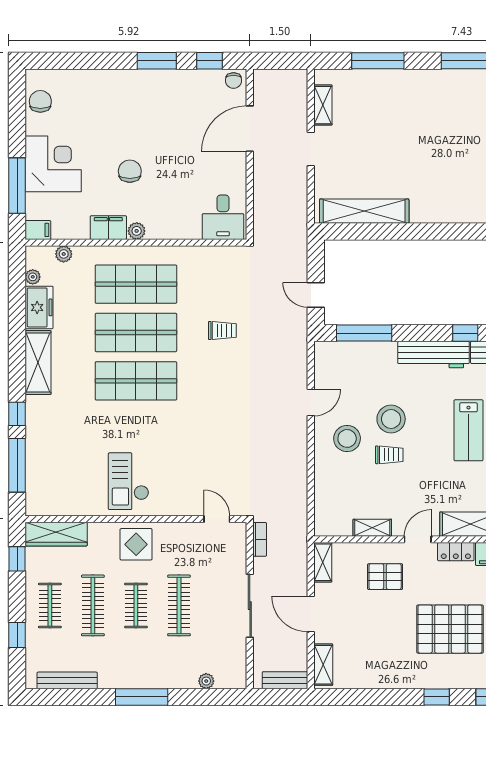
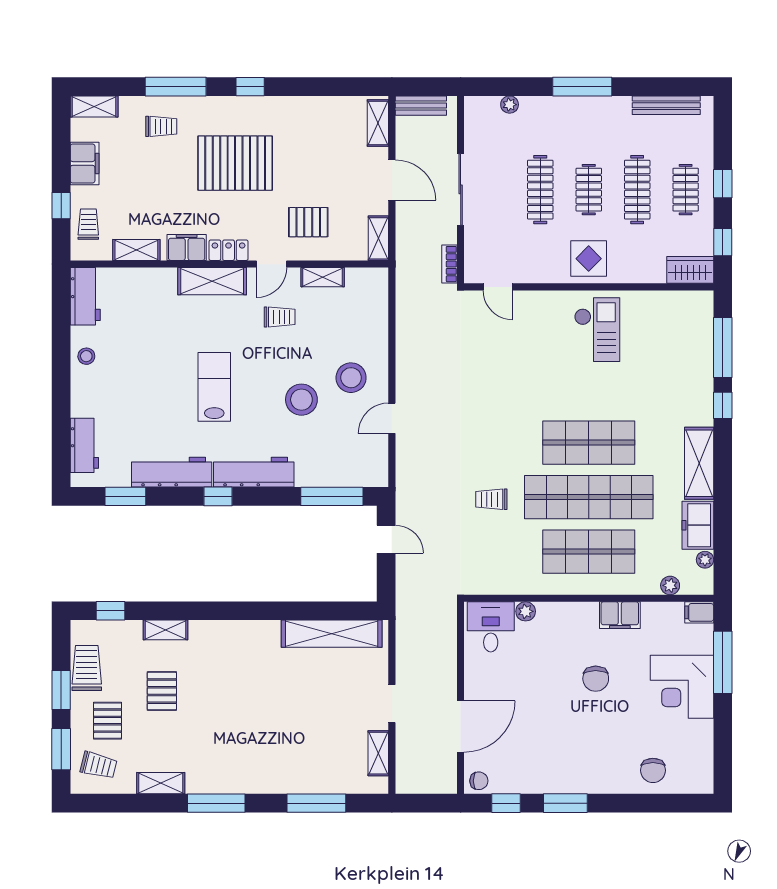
chair: (233, 80) -> (479, 781), turned 90
chair: (40, 101) -> (653, 770), moved
plant: (137, 231) -> (526, 611), moved
shop shelf: (136, 332) -> (589, 497), width x1.40
trolley: (389, 455) -> (280, 317), moved, turned 180
wardrobe: (56, 534) -> (690, 270), width x0.67
window: (17, 635) -> (723, 184), moved

